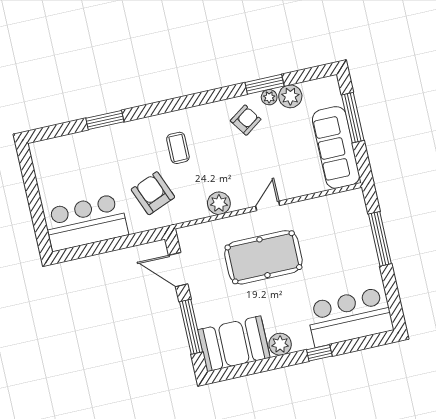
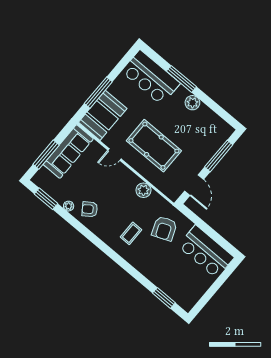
window: (265, 84) -> (46, 199), moved
plant: (290, 96) -> (60, 195), removed
window: (105, 120) -> (164, 298), moved
door: (268, 206) -> (115, 155), moved
booth: (234, 344) -> (103, 115), moved, turned 90
window: (319, 353) -> (181, 79), width x2.17

